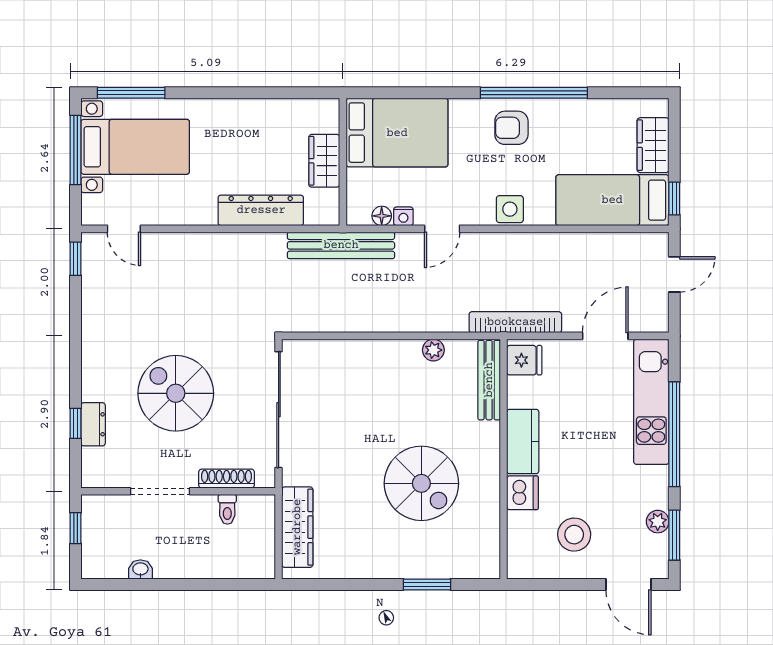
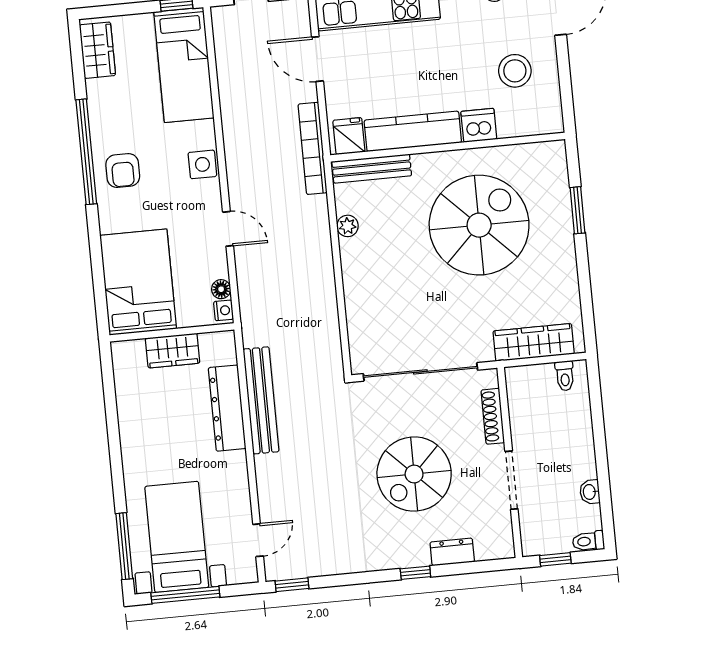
wardrobe: (653, 145) -> (97, 50), moved, turned -90
nightstand: (403, 216) -> (224, 310), moved
bench: (341, 245) -> (261, 400), moved
window: (76, 423) -> (415, 573), moved
kitchen counter: (523, 441) -> (413, 131), width x1.50
spiral stairs: (421, 483) -> (479, 225), width x1.37, depth x1.37
toilet: (227, 509) -> (565, 376), moved, turned 90
toilet: (91, 563) -> (588, 541), added

